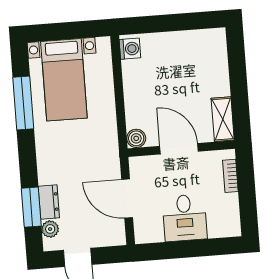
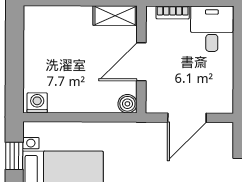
window: (75, 30) -> (14, 156), added
desk: (185, 218) -> (212, 29), moved, turned -90

